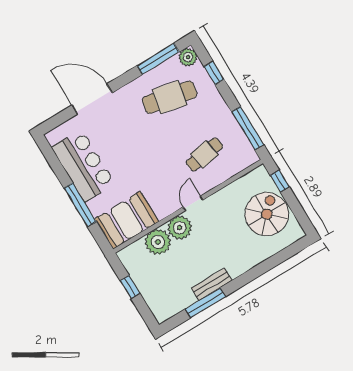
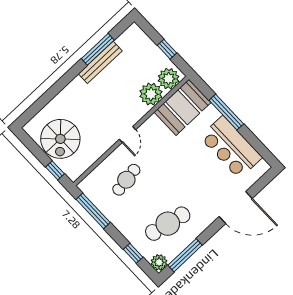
plant: (180, 228) -> (169, 79), moved
bench: (212, 284) -> (100, 62), width x1.36

